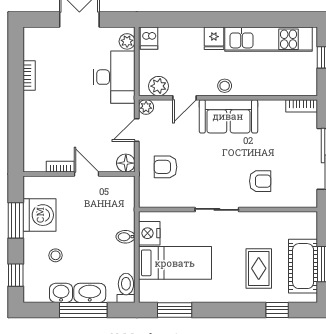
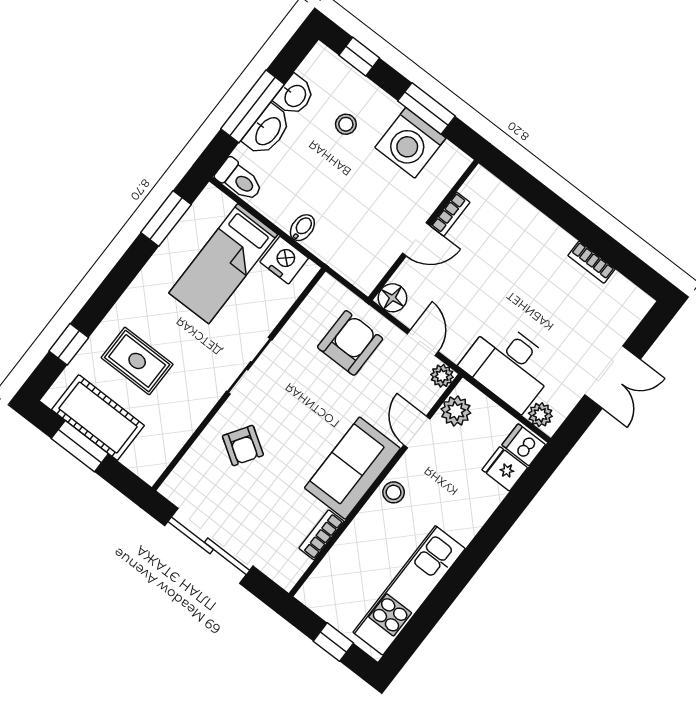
fridge: (214, 38) -> (505, 469), moved
bookcase: (302, 106) -> (321, 535), moved
armchair: (165, 167) -> (350, 343), width x1.38, depth x1.38
armchair: (260, 181) -> (243, 446), turned -57

